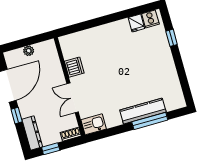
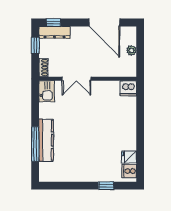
dishwasher: (74, 67) -> (128, 88), moved
double door: (73, 98) -> (76, 79), swing flipped
window: (17, 116) -> (53, 22), moved

